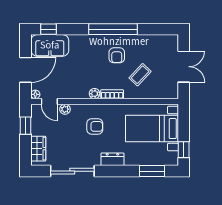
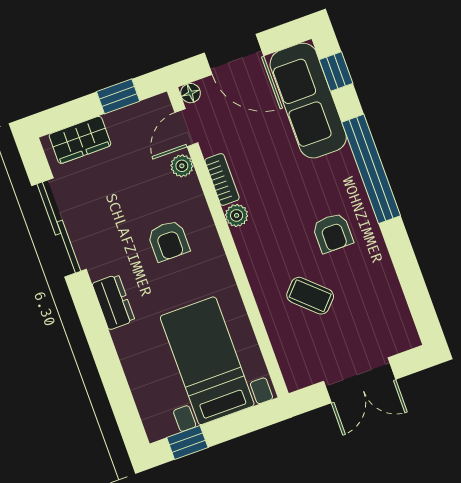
window: (113, 29) -> (371, 169), moved
sofa: (50, 45) -> (308, 101), width x1.36
armchair: (117, 55) -> (333, 233), turned -90
bookcase: (112, 94) -> (222, 179), moved
window: (152, 171) -> (119, 393), removed

